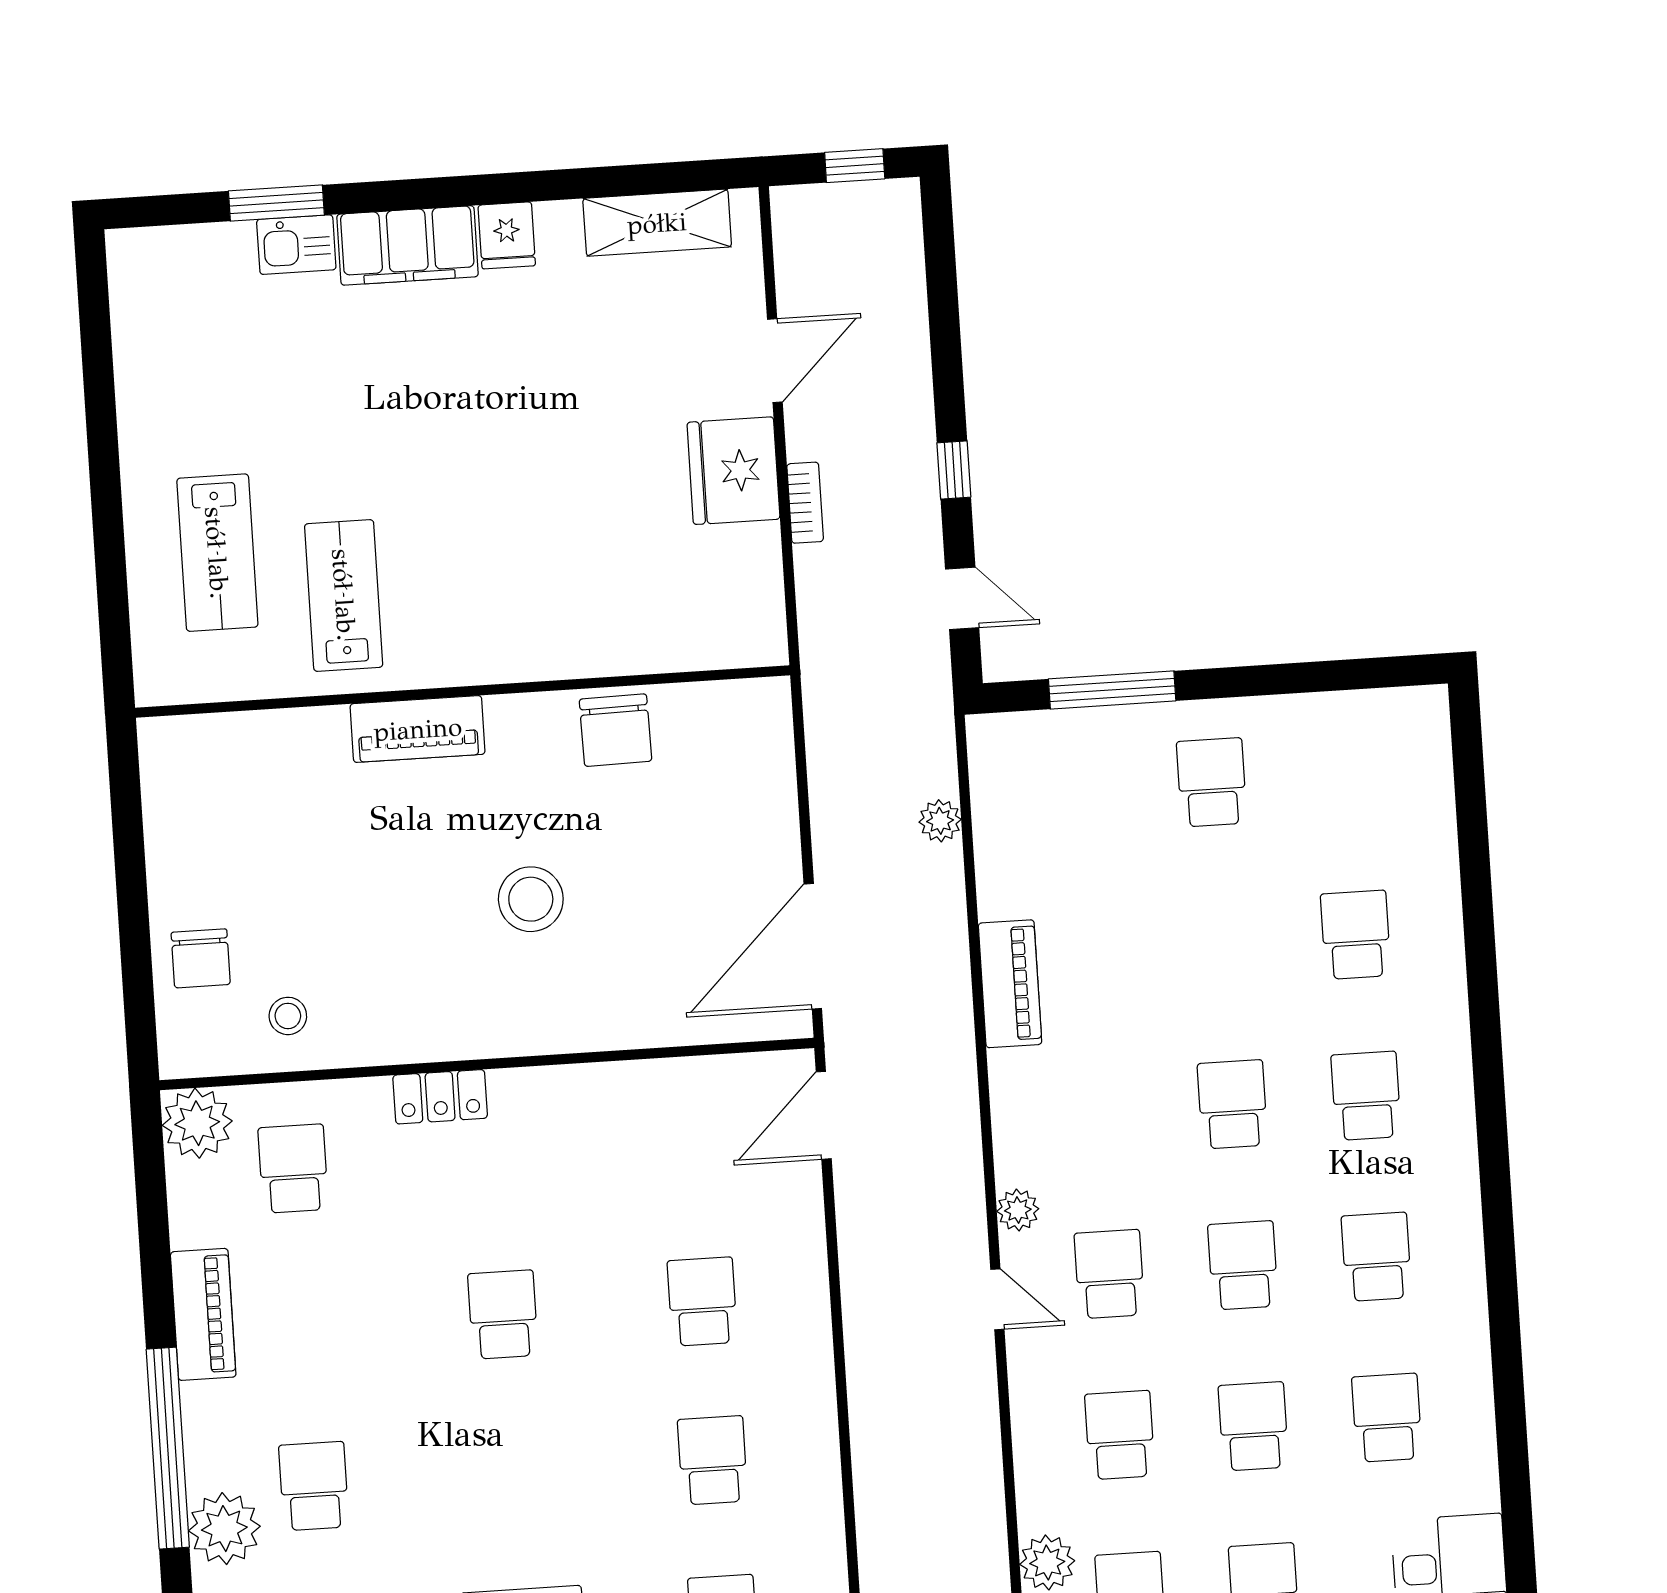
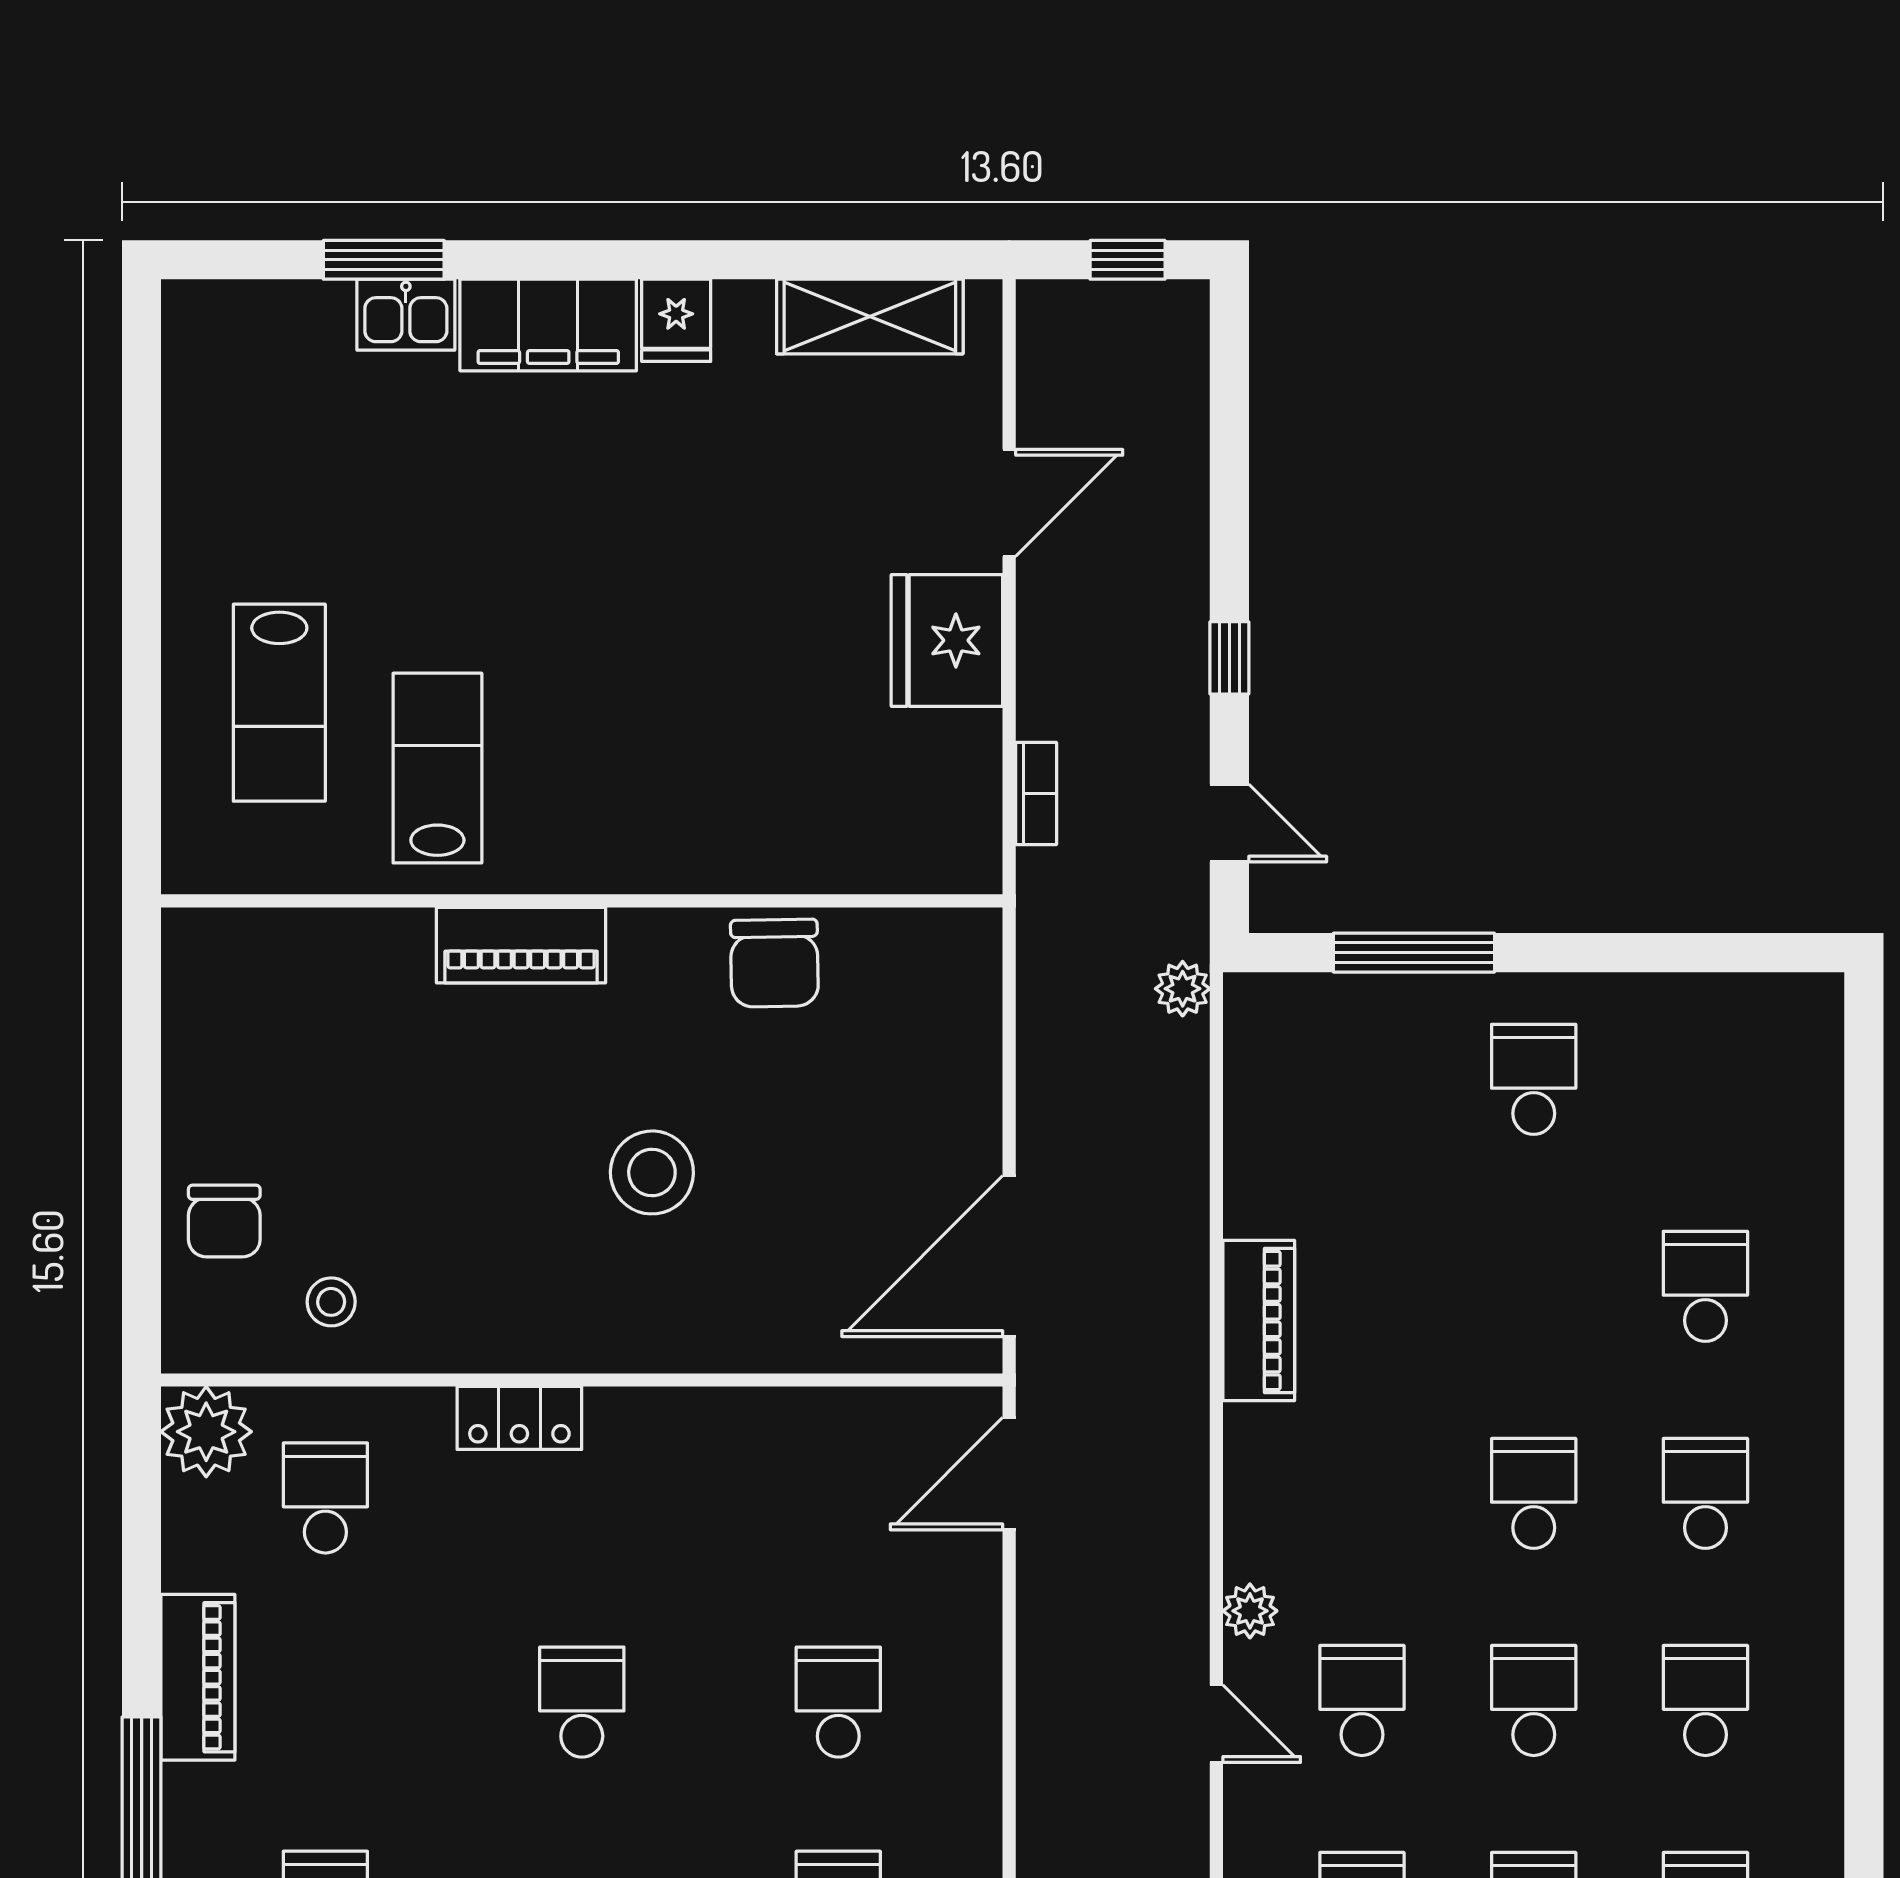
bookcase: (805, 503) -> (1036, 794), moved
plant: (940, 821) -> (1183, 989), moved

